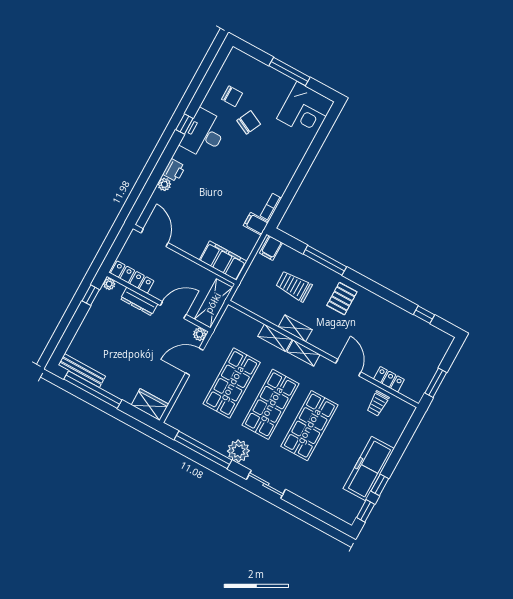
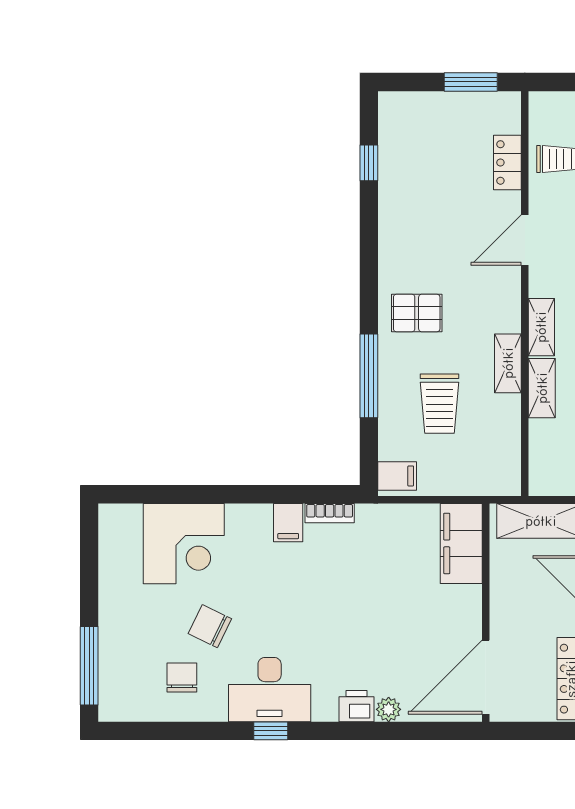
window: (290, 72) -> (89, 666), moved
corner desk: (305, 110) -> (184, 544), moved, turned 90
filing cabinet: (256, 224) -> (288, 523), moved
door: (155, 238) -> (486, 677), width x1.36

